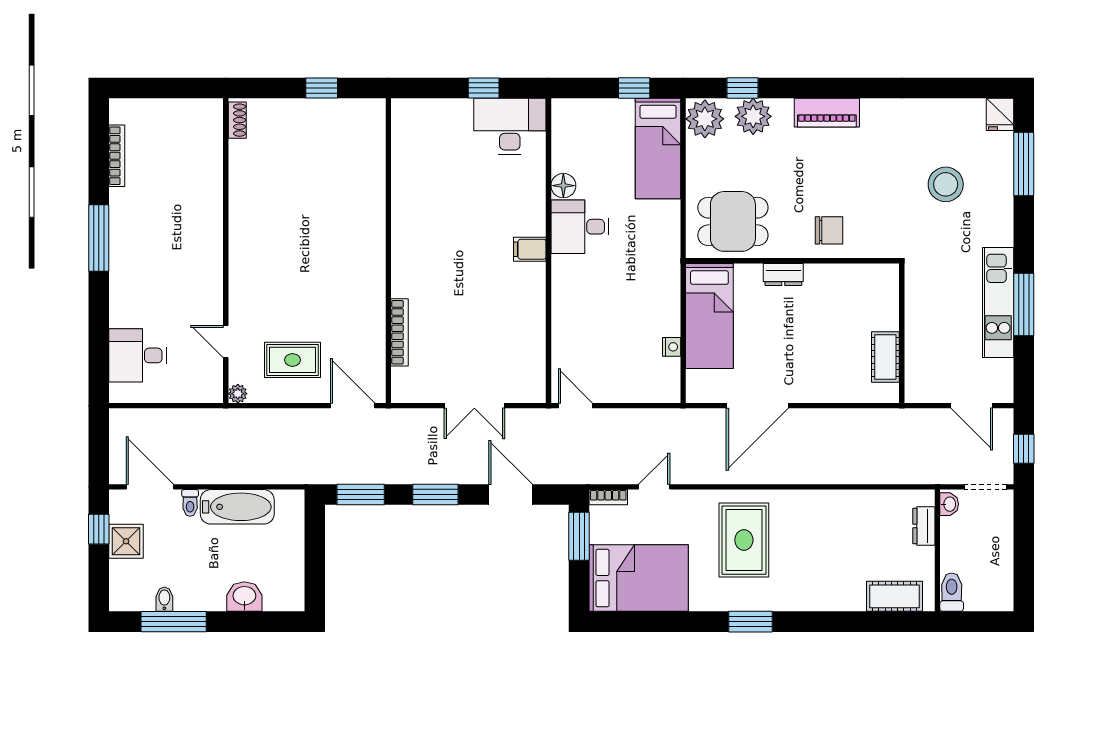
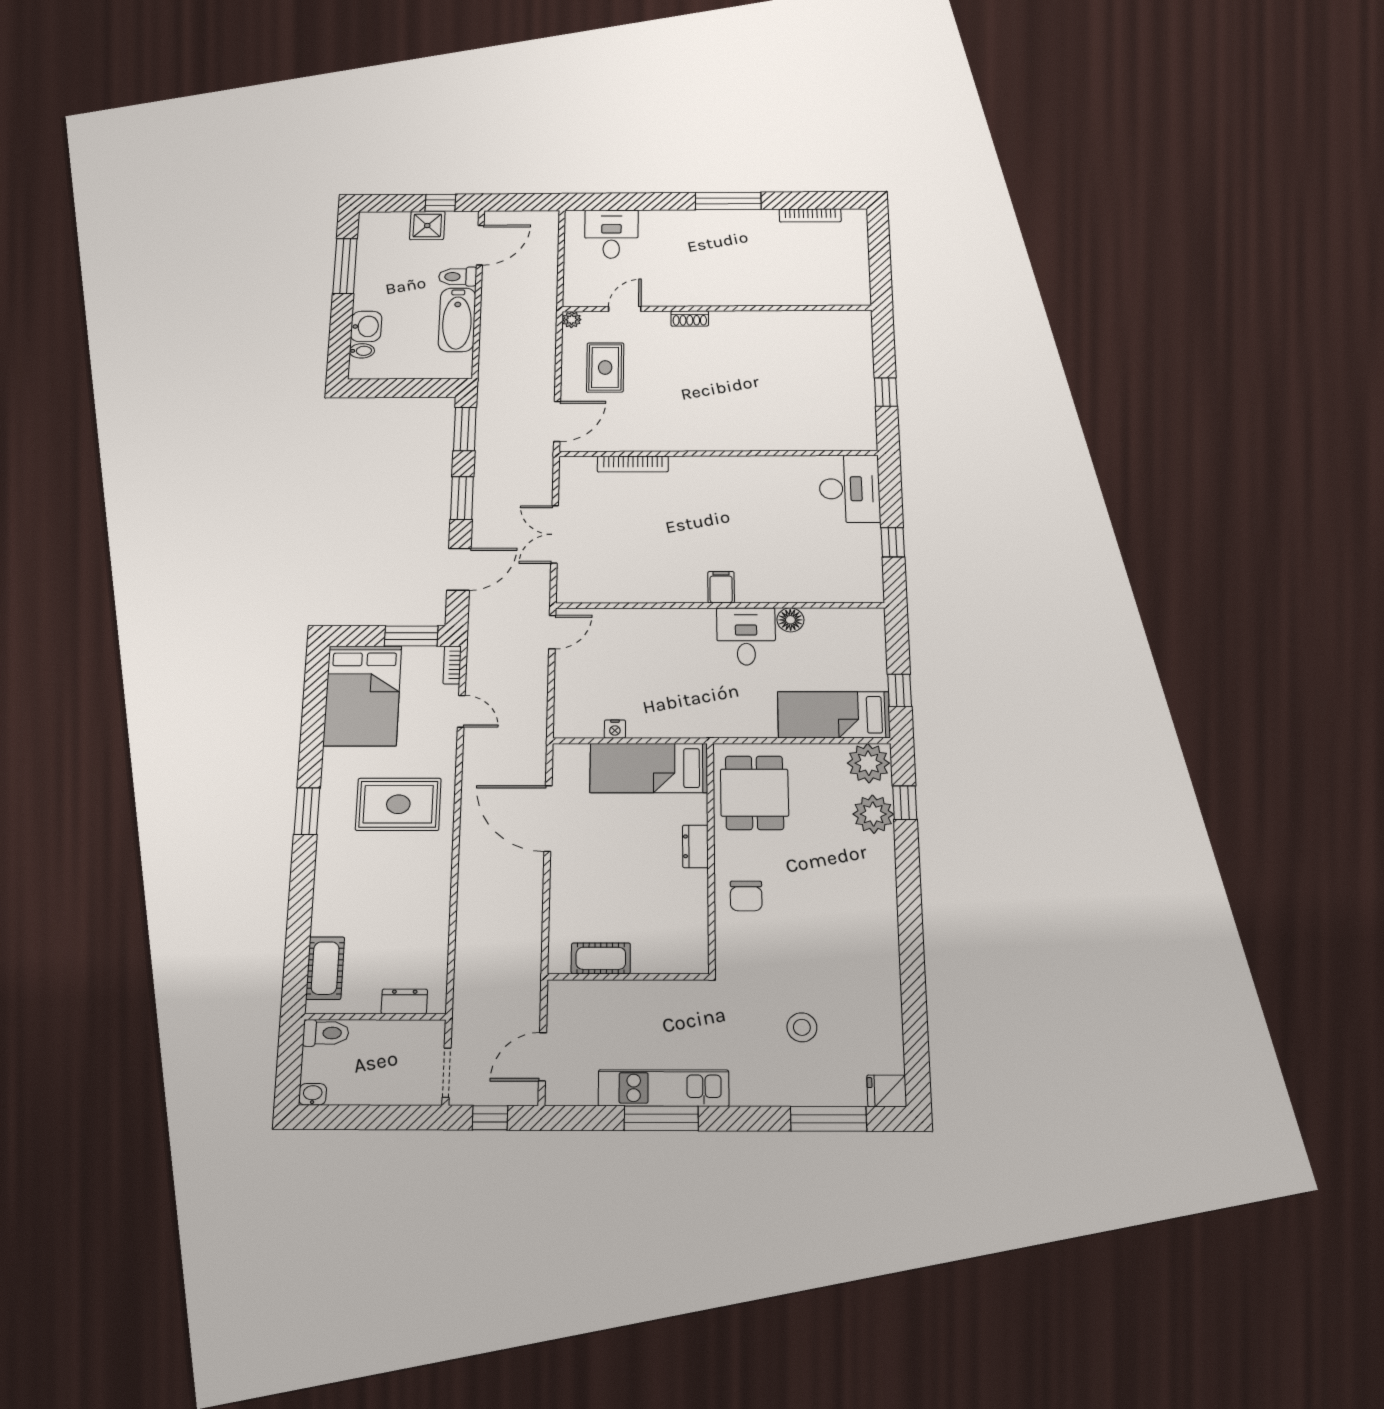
piano: (827, 113) -> (881, 894), removed
shoe rack: (237, 120) -> (690, 318), moved
desk: (510, 126) -> (850, 489), moved
stool: (946, 184) -> (802, 1027), width x0.73, depth x0.73
toilet: (190, 503) -> (458, 277), width x1.37, depth x1.39
washbasin: (949, 504) -> (313, 1094), moved, turned 180
bidet: (164, 599) -> (362, 351), moved

